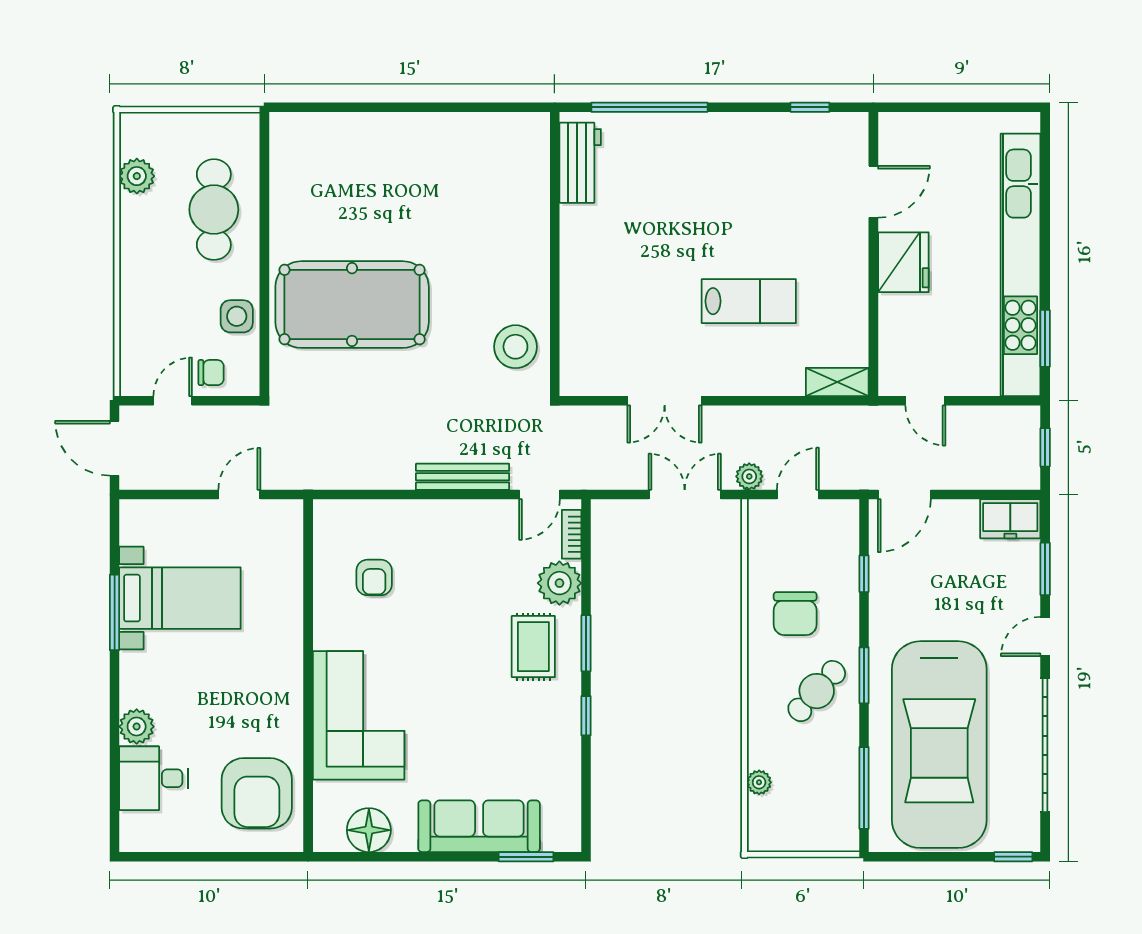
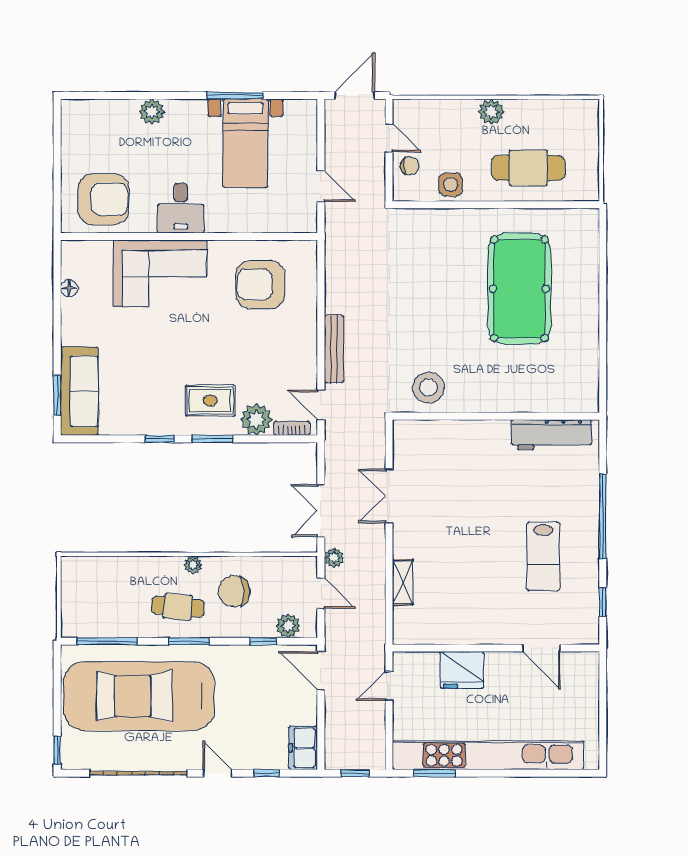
window: (649, 107) -> (603, 516), moved
workbench: (580, 163) -> (551, 435), width x1.38
plant: (137, 176) -> (491, 112), moved
fridge: (903, 262) -> (462, 670), moved
lab bench: (749, 301) -> (543, 556), moved
pool table: (352, 305) -> (519, 289), moved
chair: (211, 373) -> (410, 166), turned -90
shelving: (837, 382) -> (403, 582), moved
double door: (685, 494) -> (321, 511), swing flipped
plant: (843, 539) -> (288, 626), added
window: (1045, 569) -> (267, 773), width x0.67
armchair: (374, 577) -> (260, 285), width x1.88, depth x1.88
cafe table: (817, 691) -> (178, 607), turned -37
desk: (154, 778) -> (181, 208), moved, turned 180
plant: (759, 782) -> (193, 565), moved
armchair: (257, 793) -> (103, 199), turned 180
sofa: (479, 826) -> (79, 391), moved
floor lamp: (369, 830) -> (69, 288), width x0.53, depth x0.53

